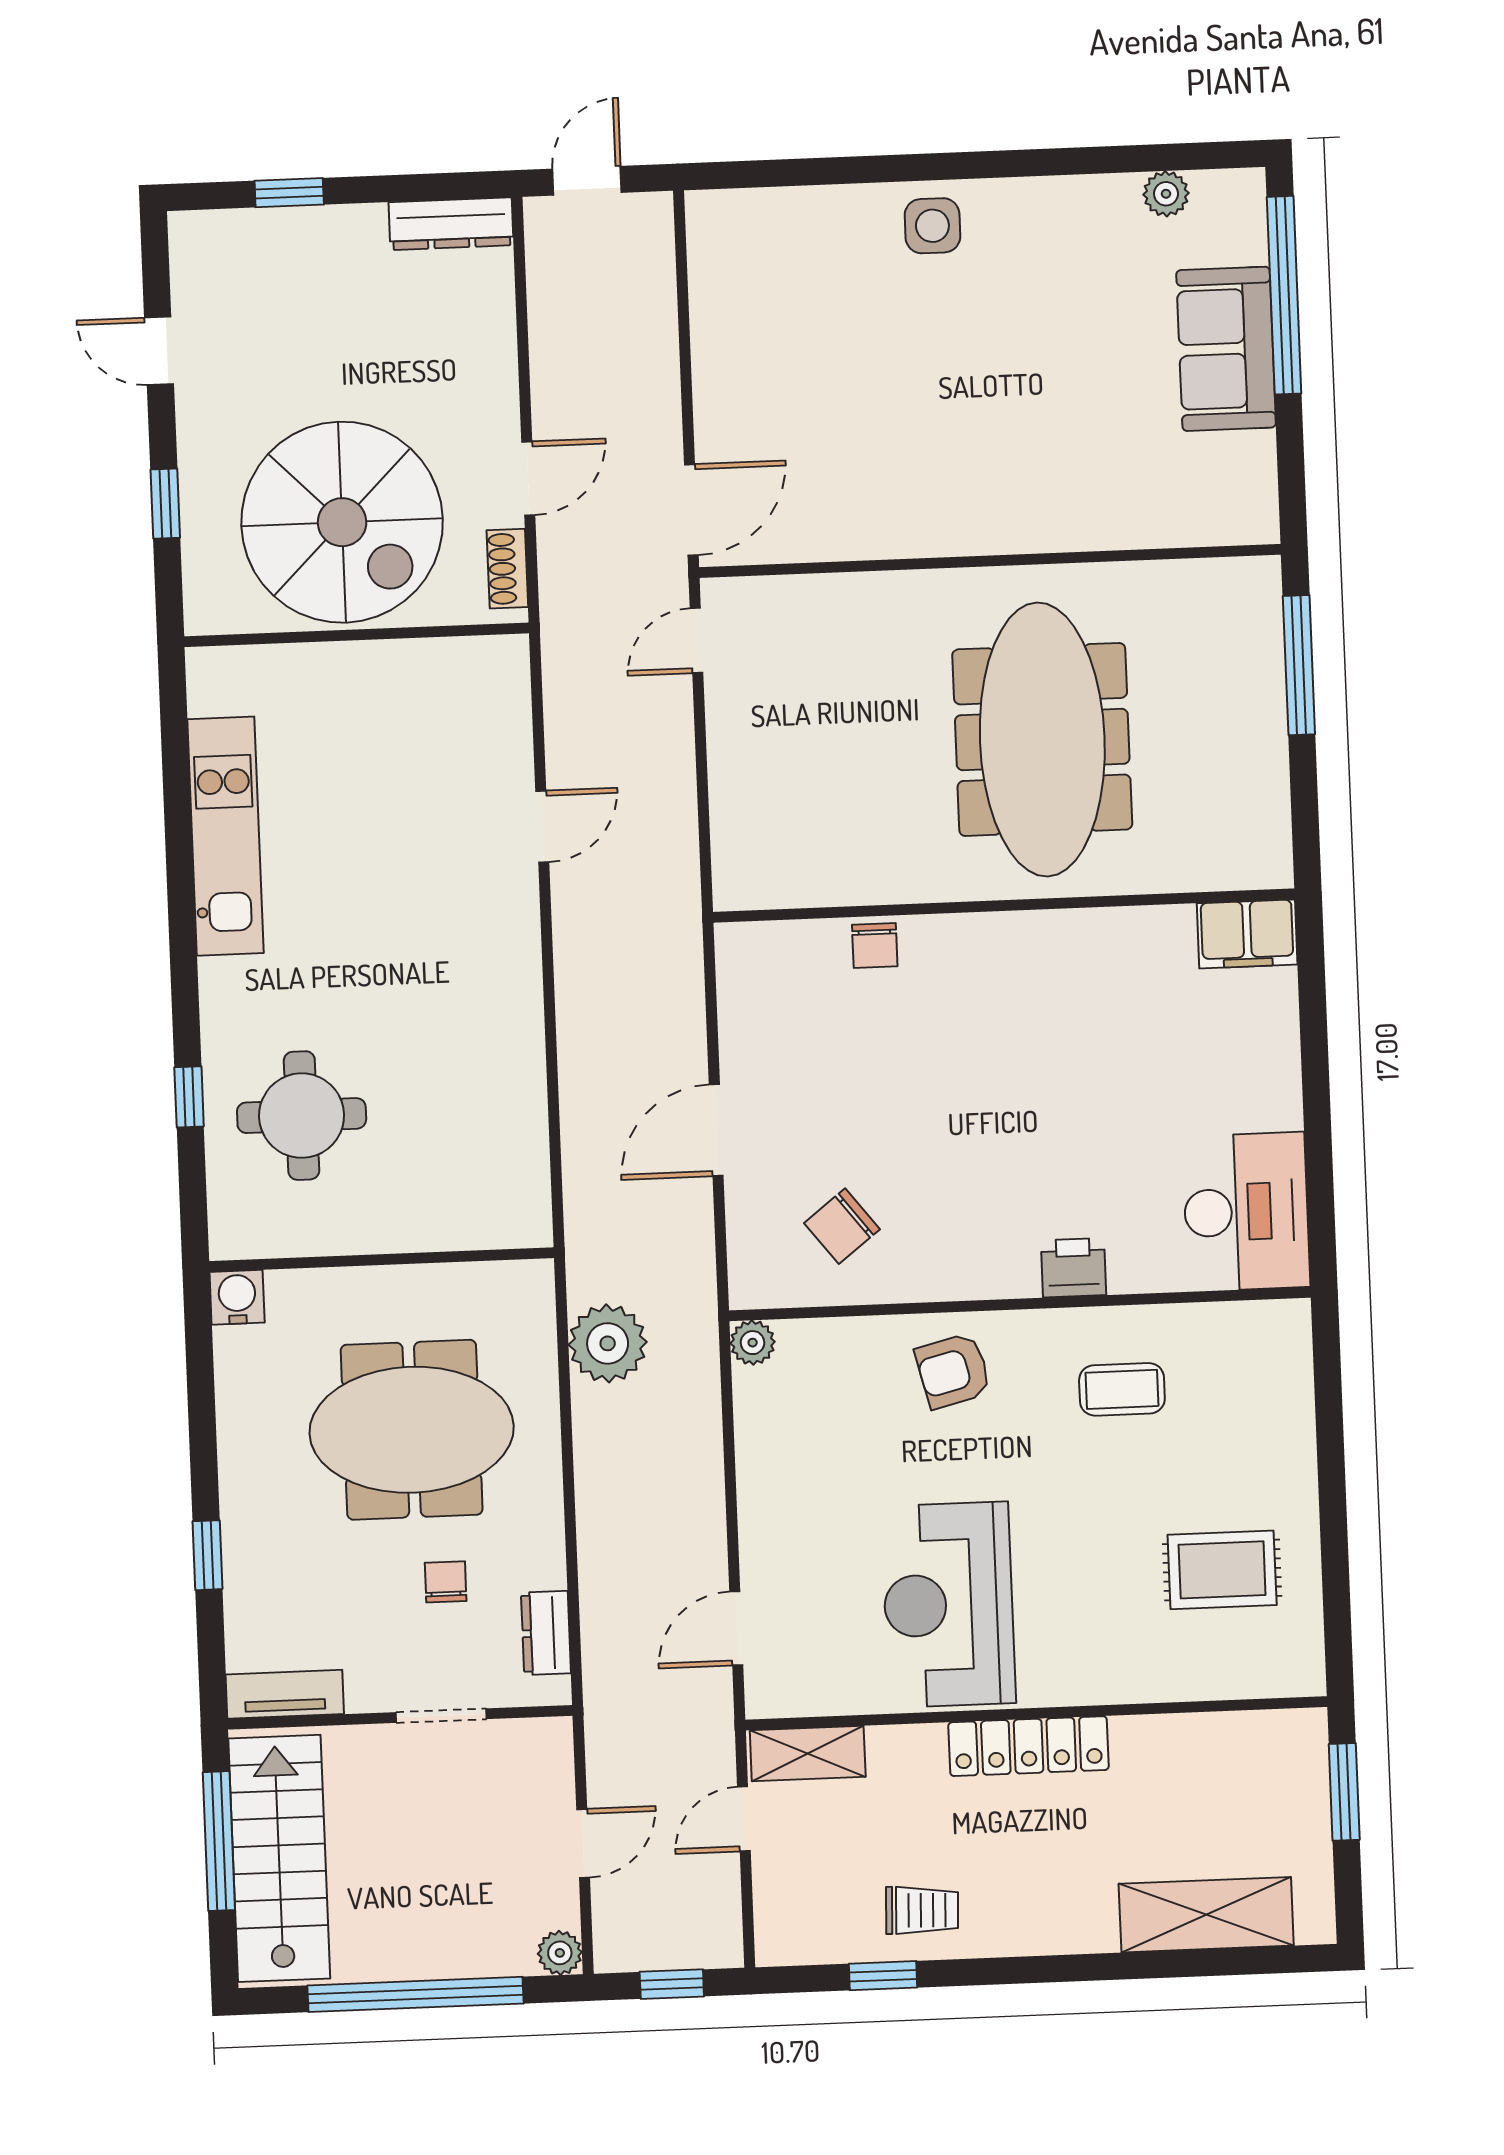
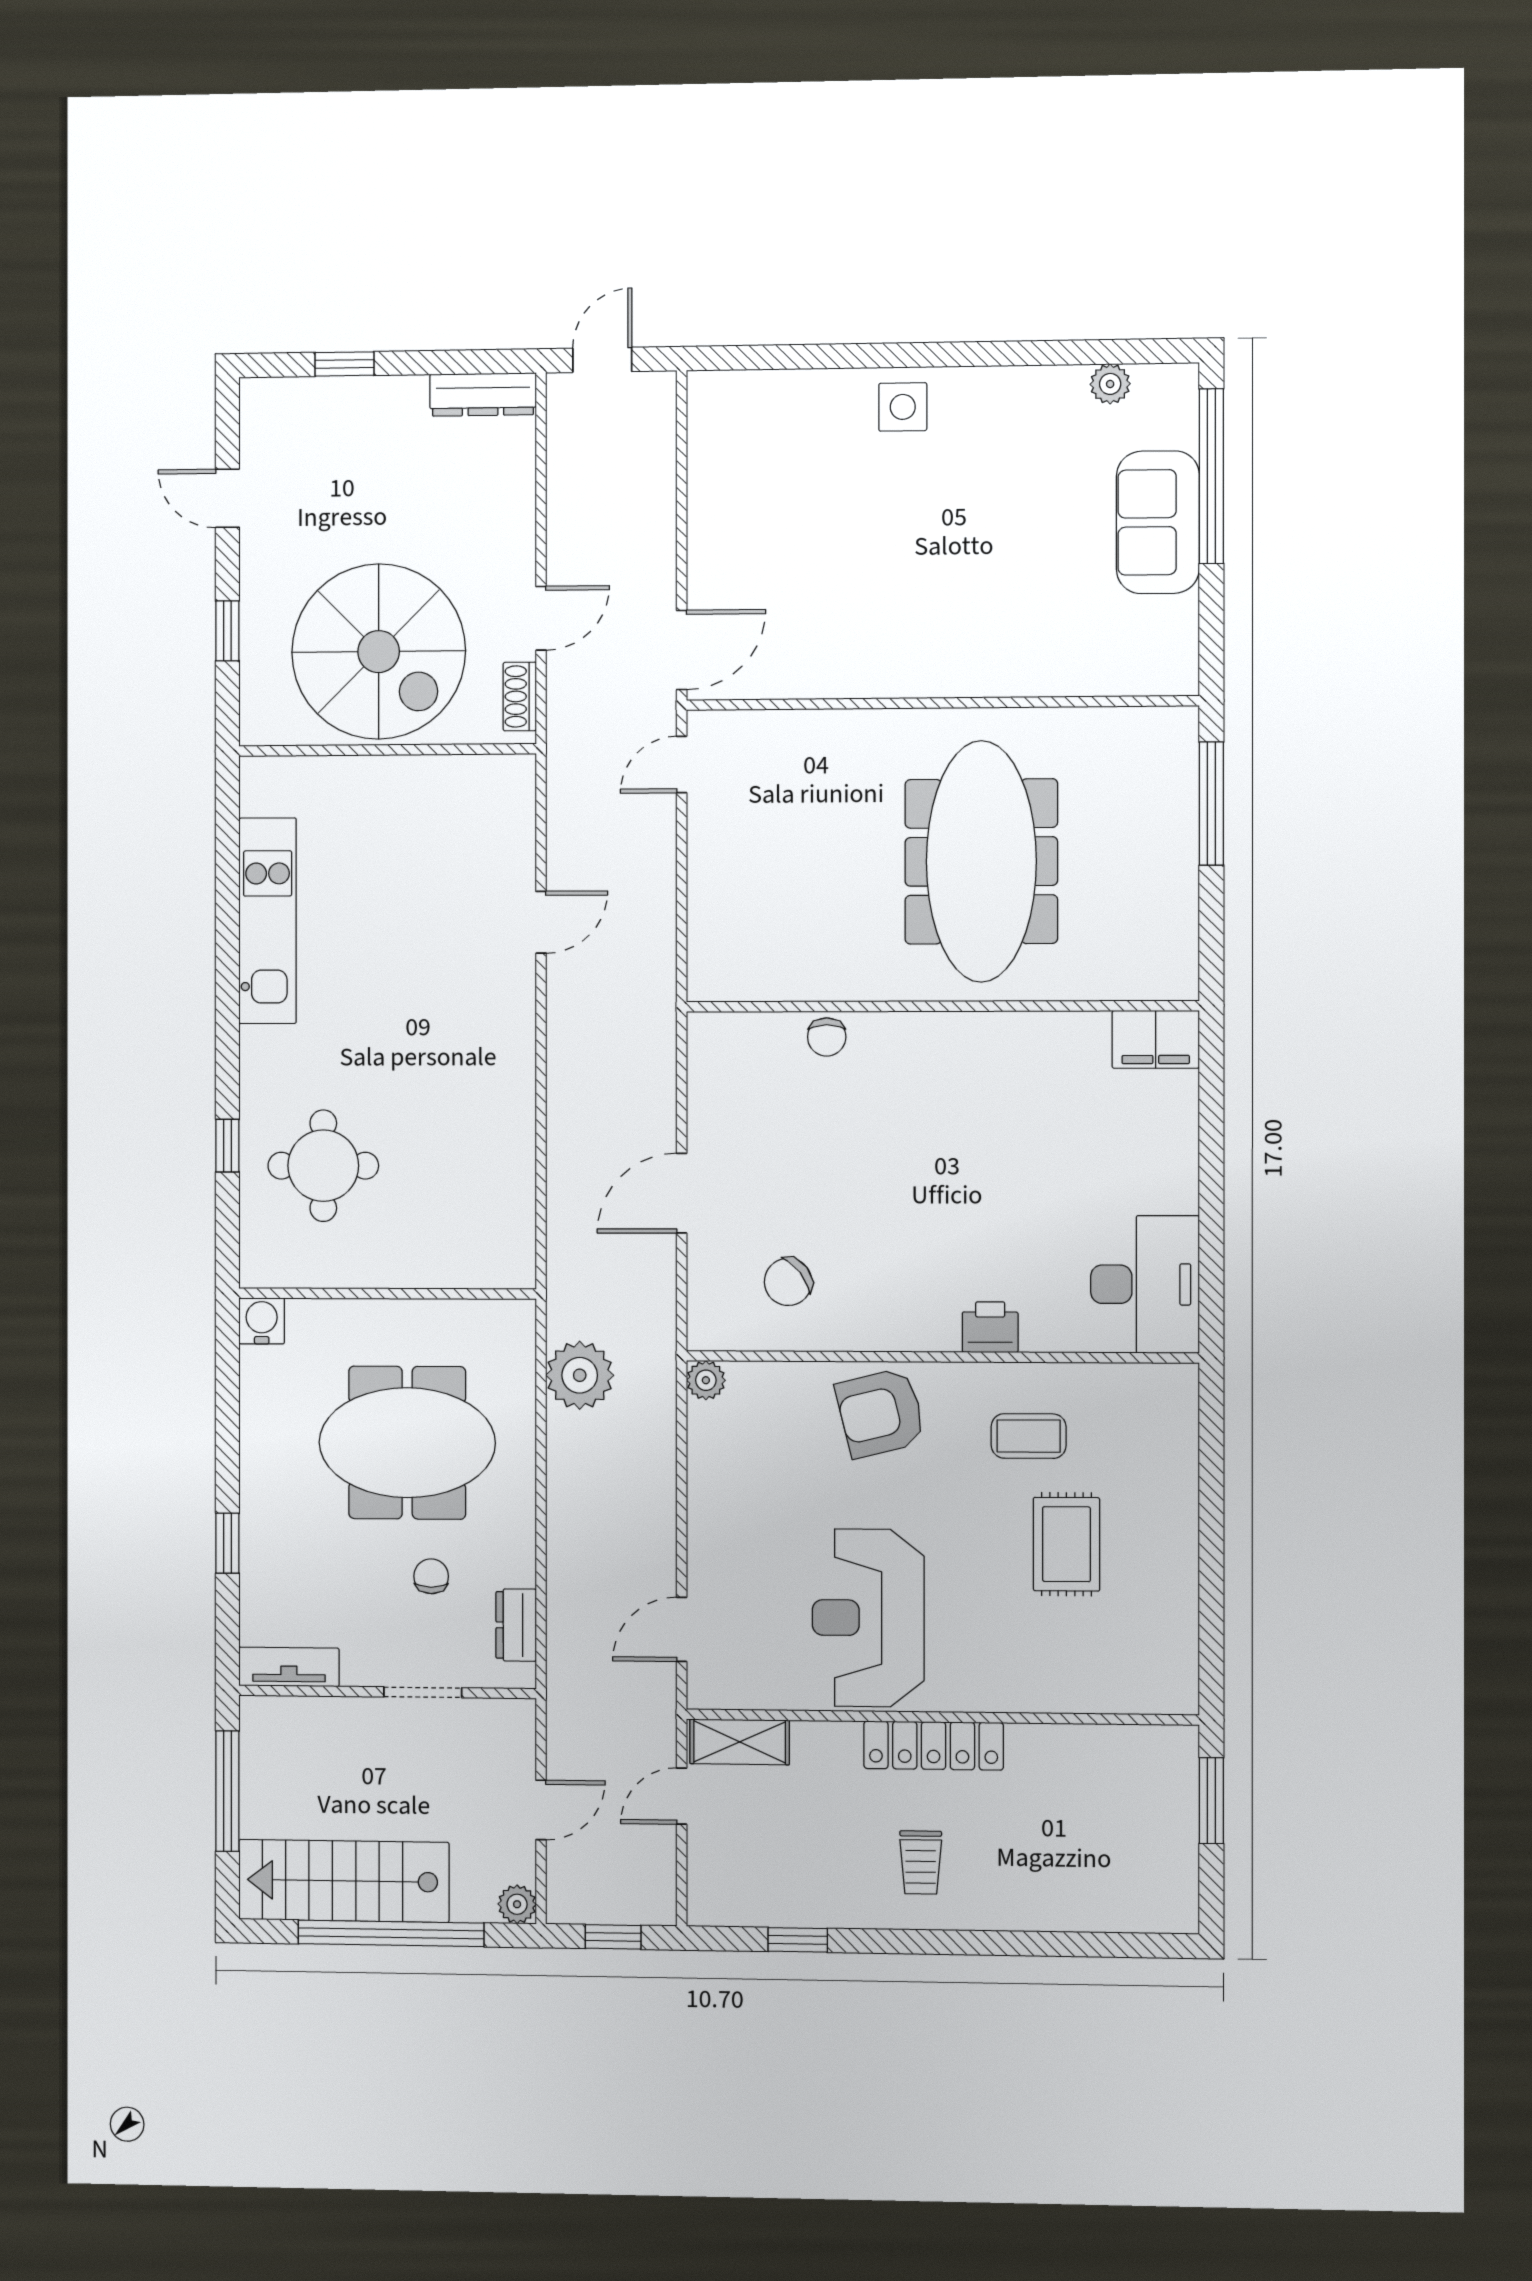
armchair: (953, 1371) -> (880, 1413), width x1.38, depth x1.38
rug: (1222, 1570) -> (1066, 1544), moved, turned 90
stairs: (279, 1858) -> (344, 1881), moved, turned -90
trolley: (922, 1910) -> (921, 1862), moved, turned 88
shelving: (1206, 1915) -> (1084, 1902), removed

